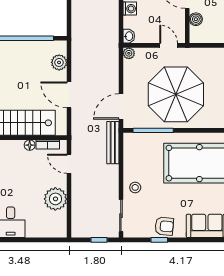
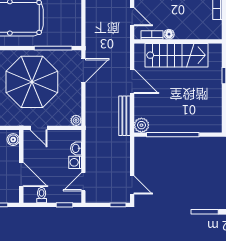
boiler: (196, 19) -> (13, 140), moved
washbasin: (129, 36) -> (76, 148), moved
plant: (59, 62) -> (141, 125), moved
bench: (113, 143) -> (124, 116), moved

